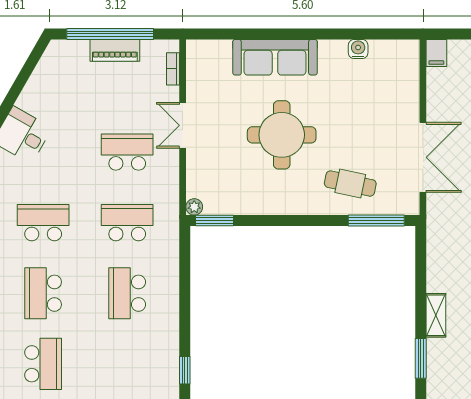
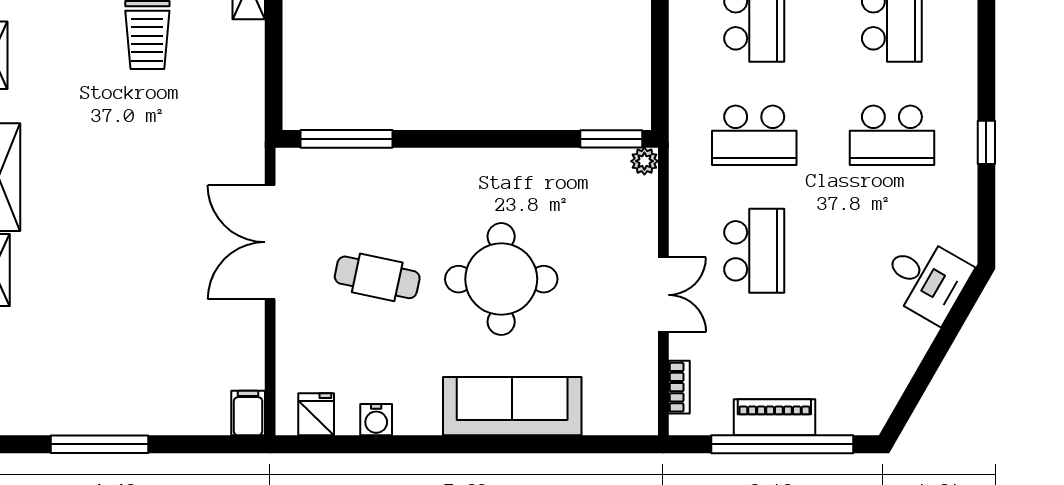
fridge: (395, 52) -> (316, 414), added
school desk: (127, 152) -> (754, 251), turned -90
cafe table: (350, 184) -> (377, 277), moved

